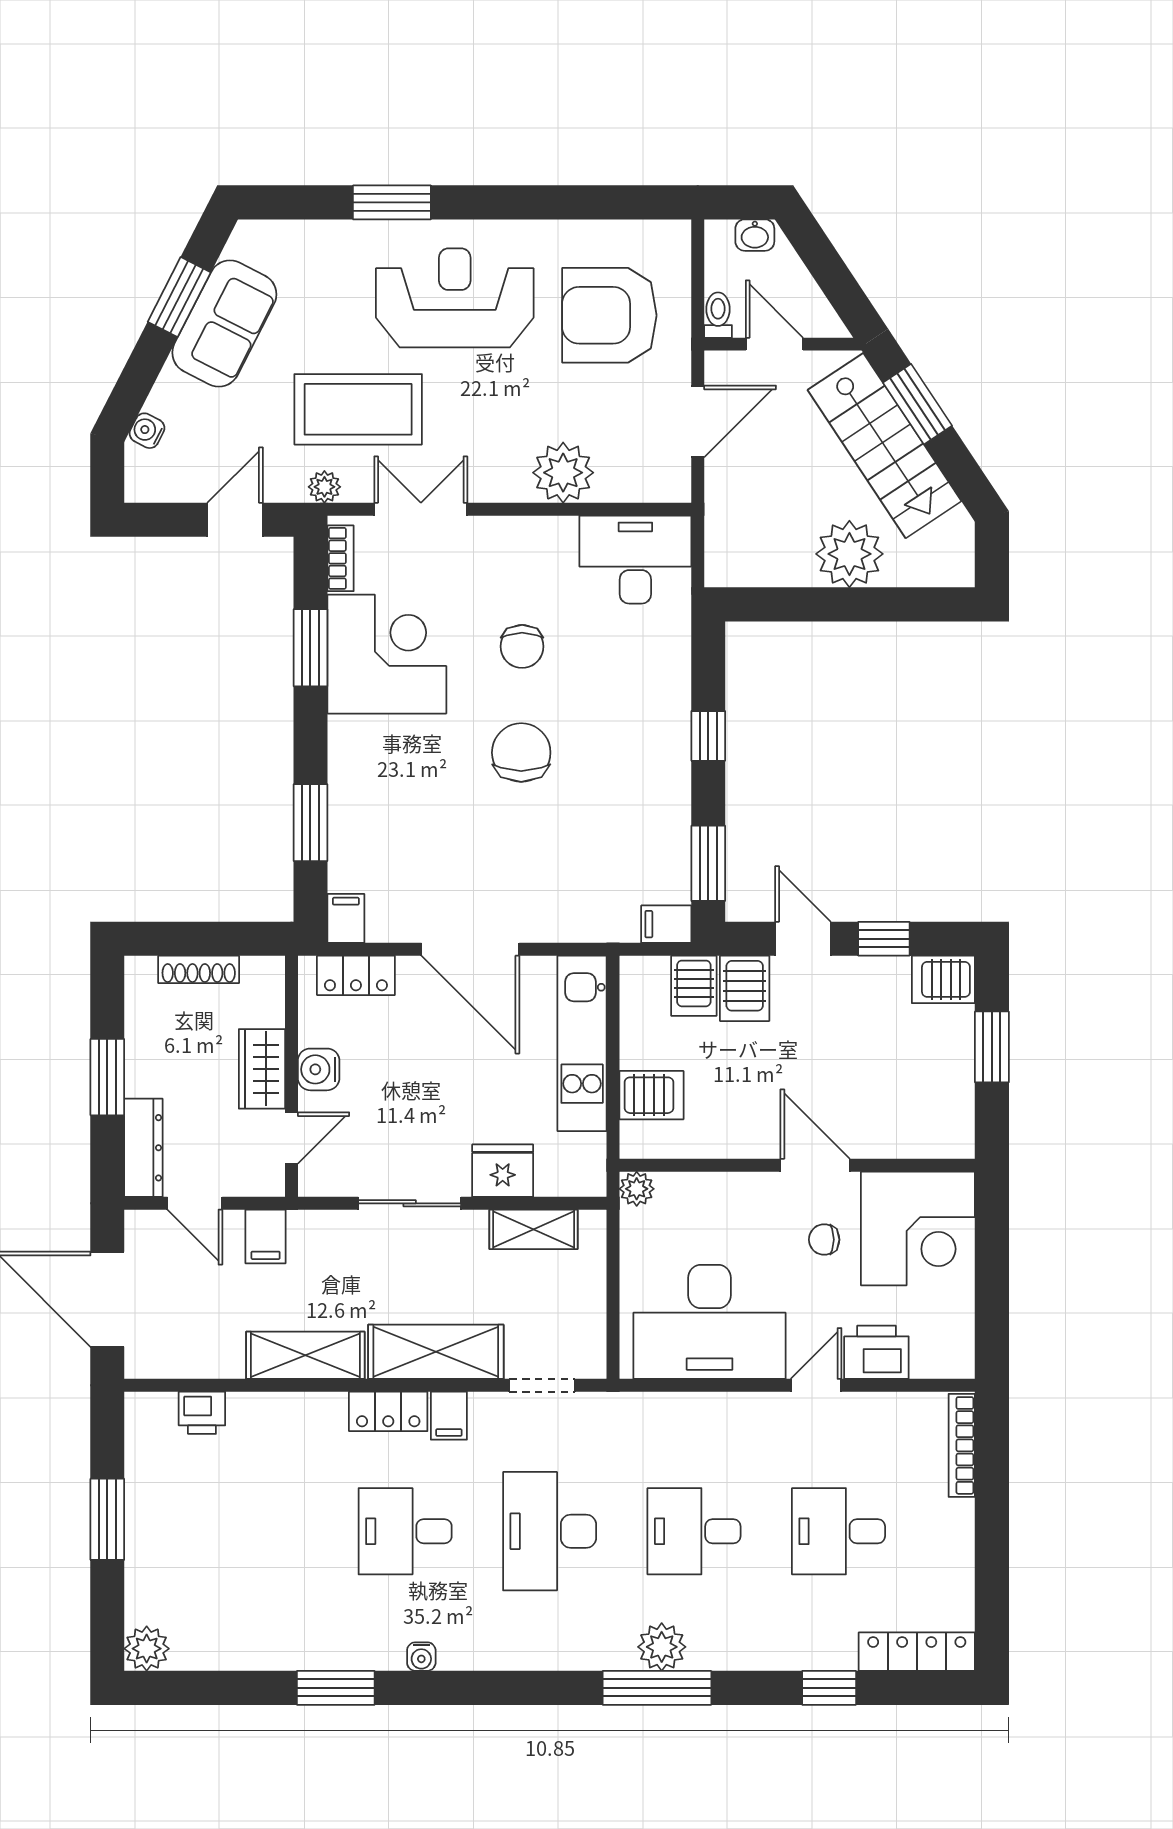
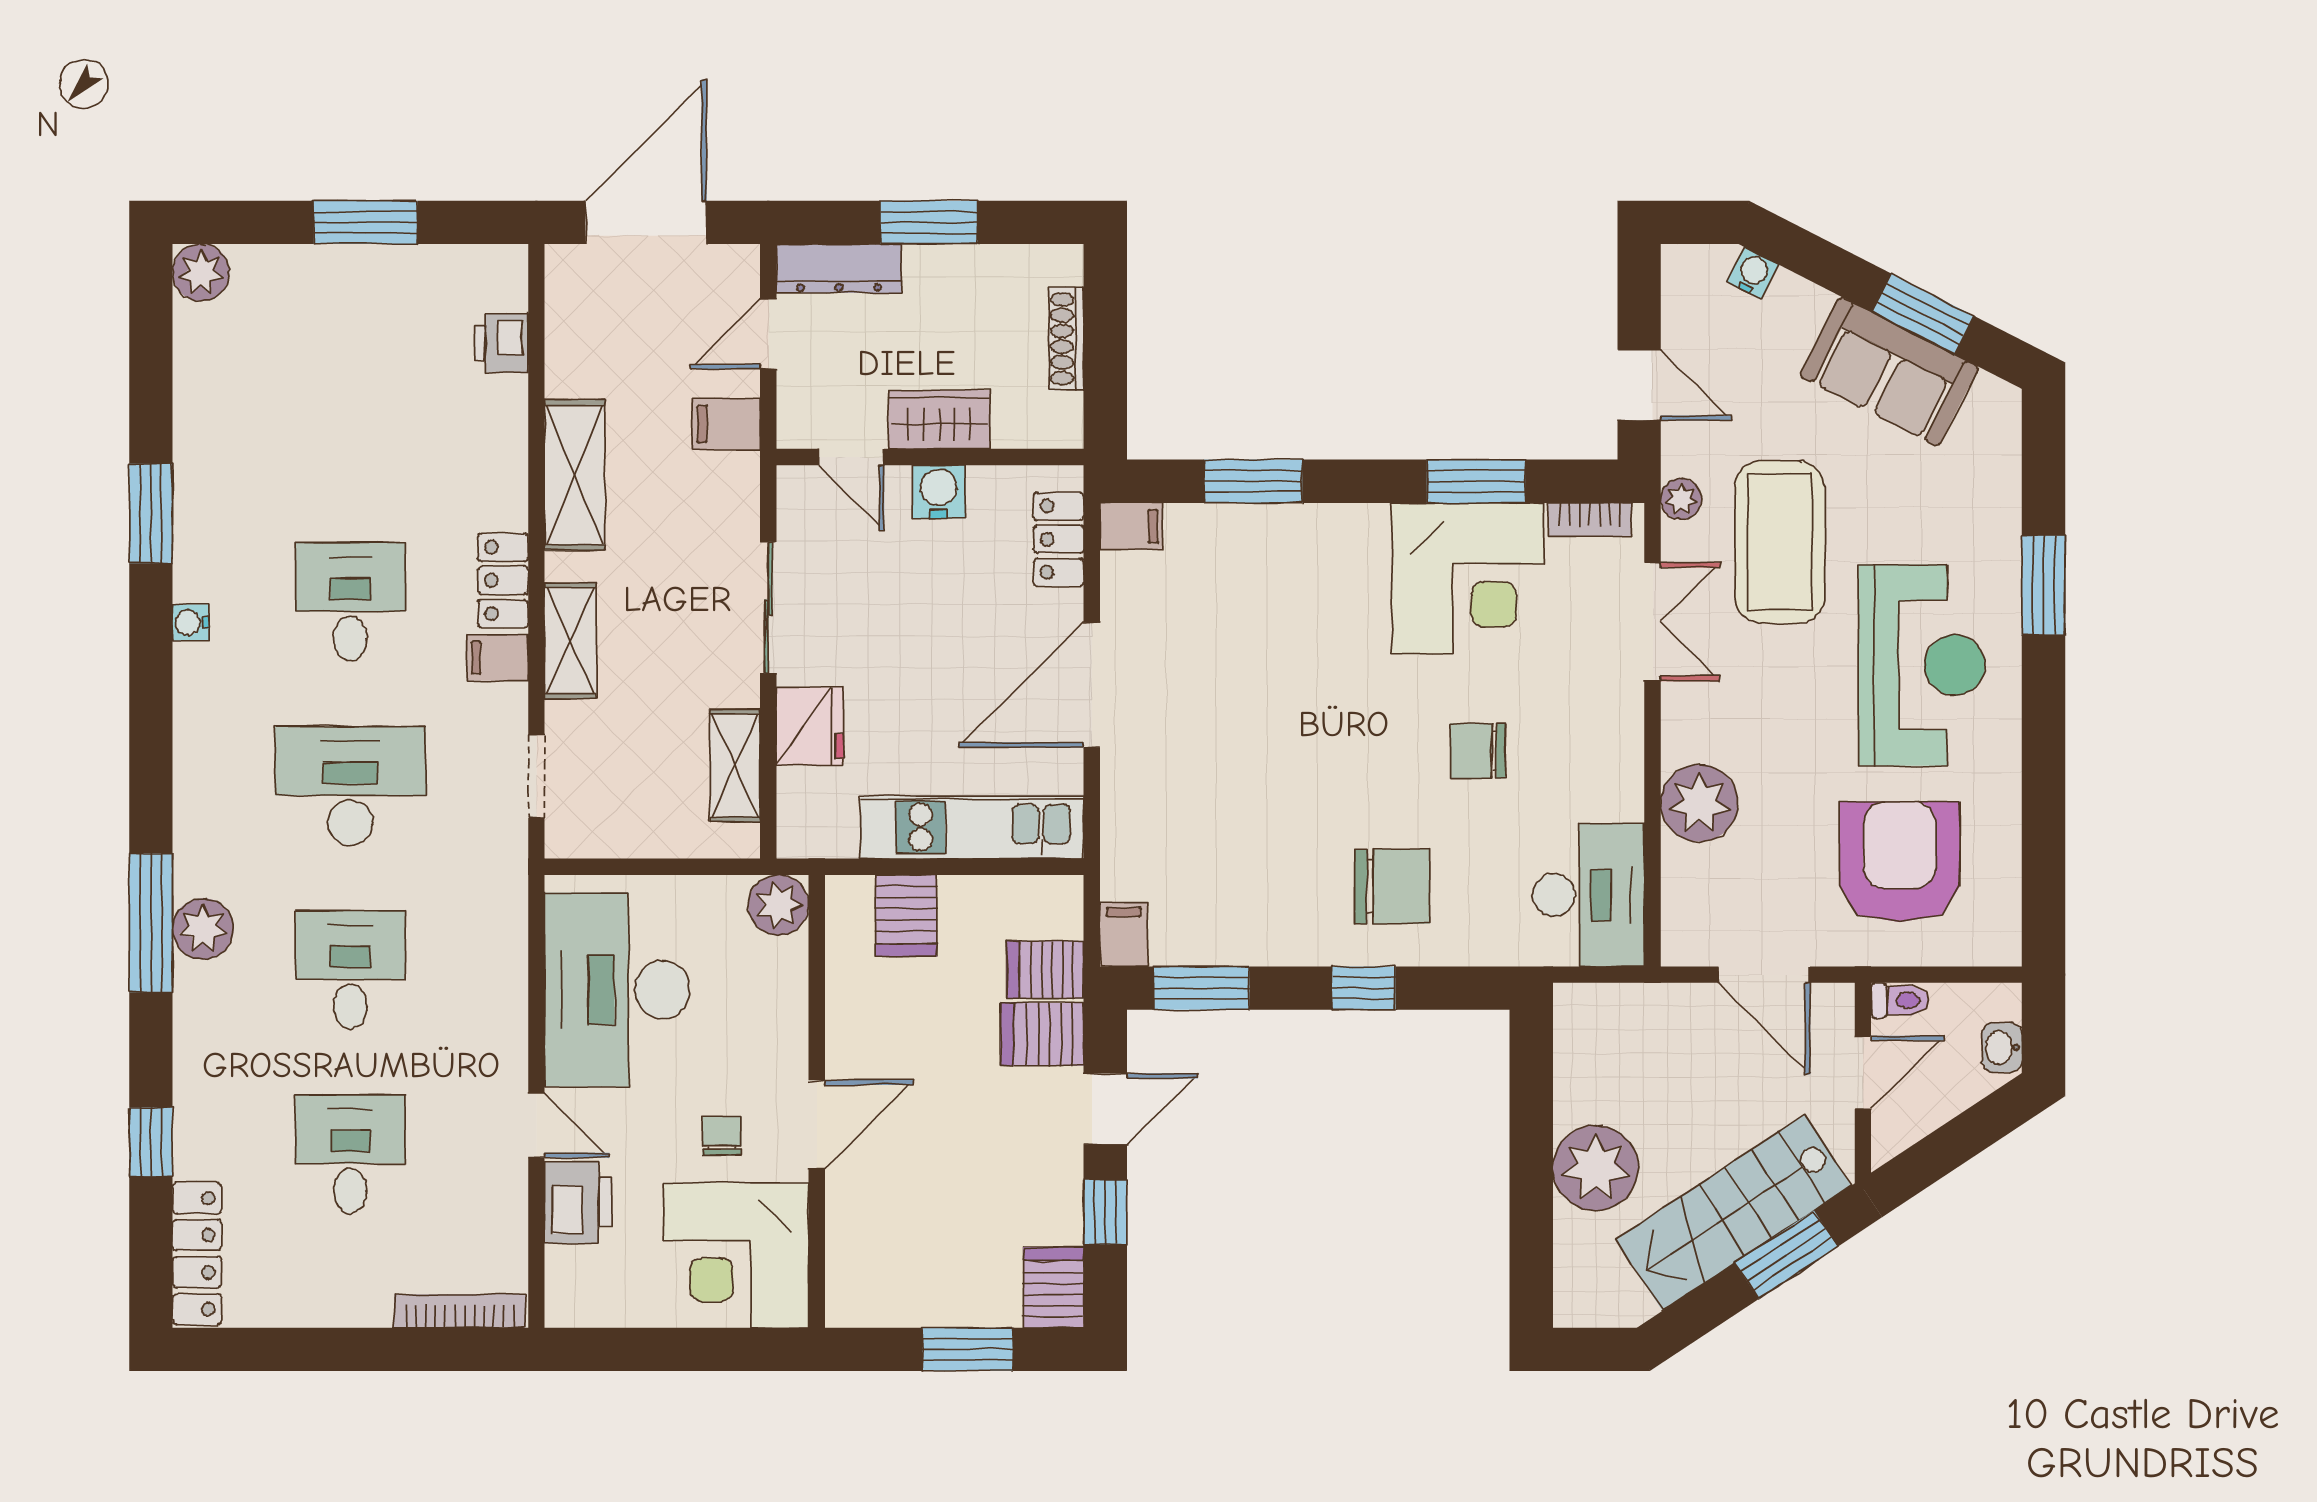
chair: (521, 753) -> (1392, 886), moved
plant: (637, 1189) -> (778, 905), width x1.38, depth x1.38
shelving: (436, 1352) -> (570, 641), width x0.67, depth x0.75

